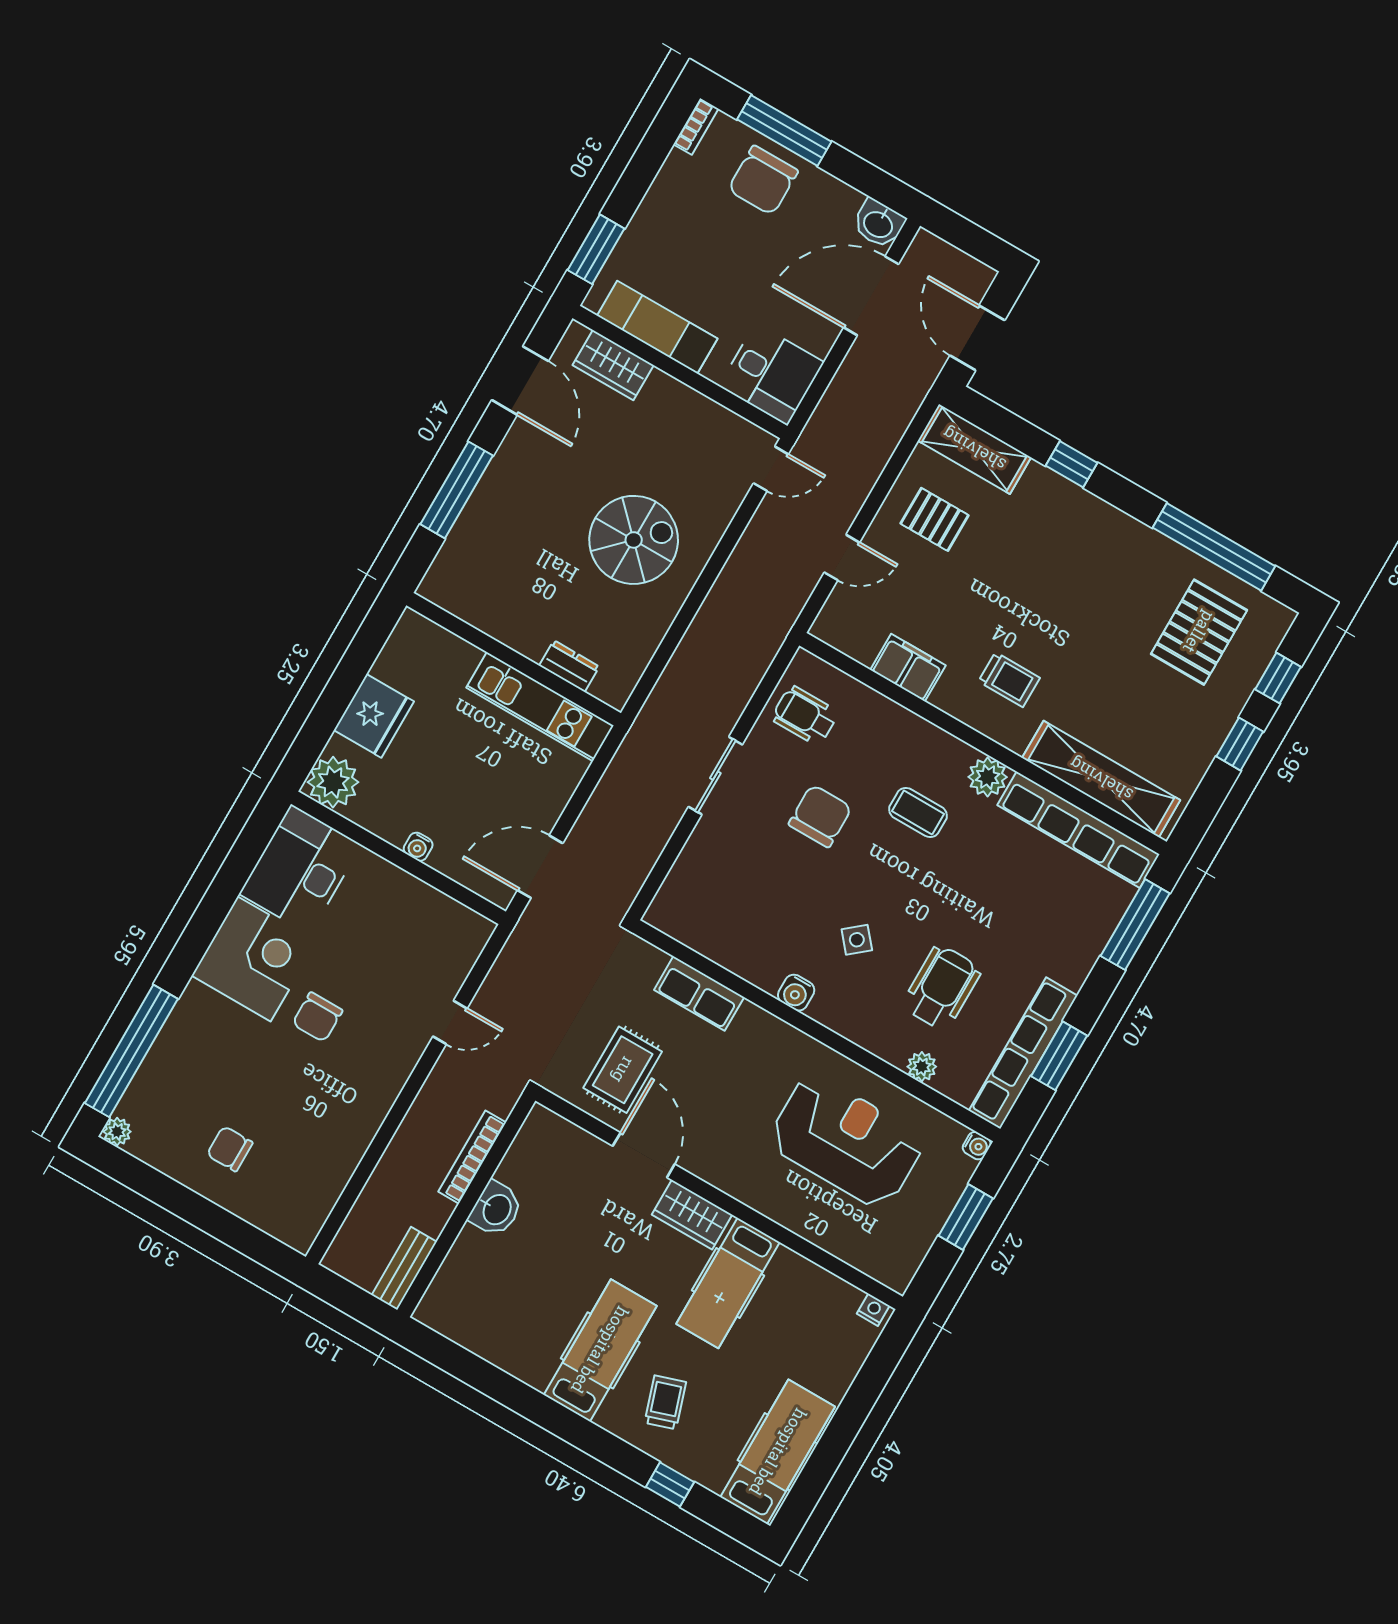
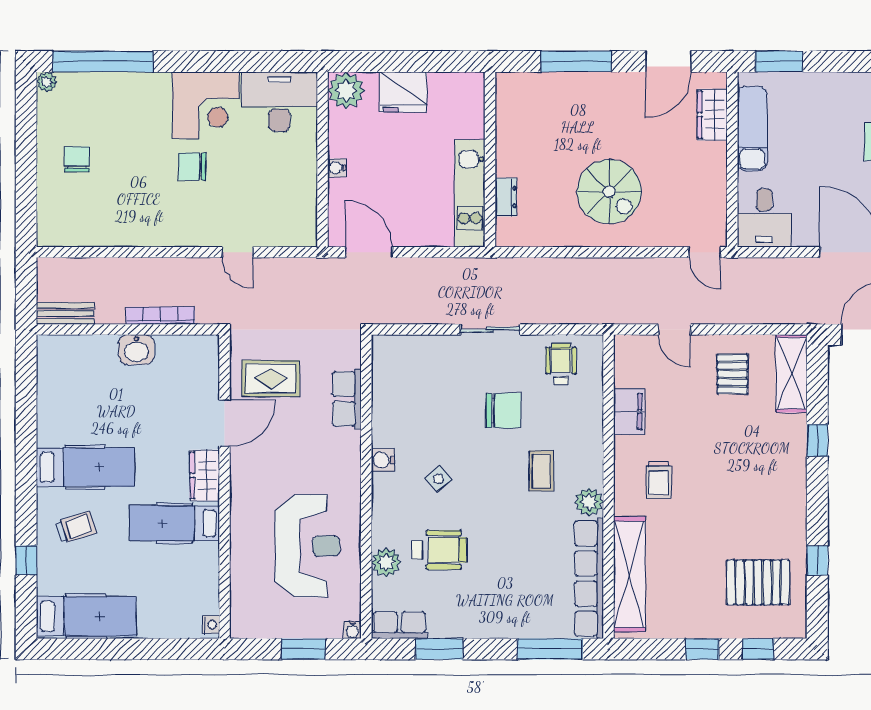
window: (1214, 547) -> (817, 561), width x0.32
row of seats: (1023, 1053) -> (399, 625), width x0.50
plant: (922, 1067) -> (386, 562), width x1.38, depth x1.38

